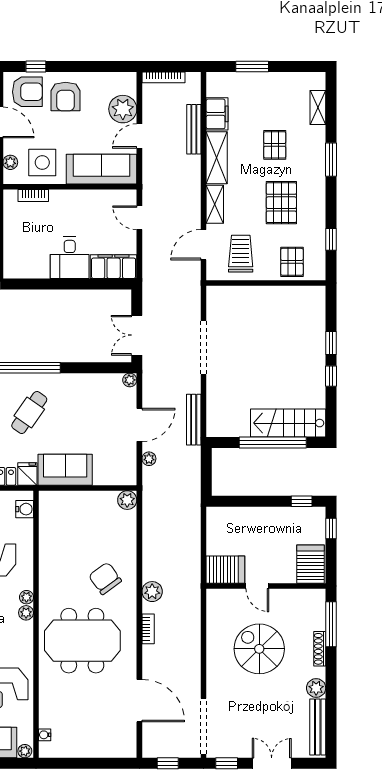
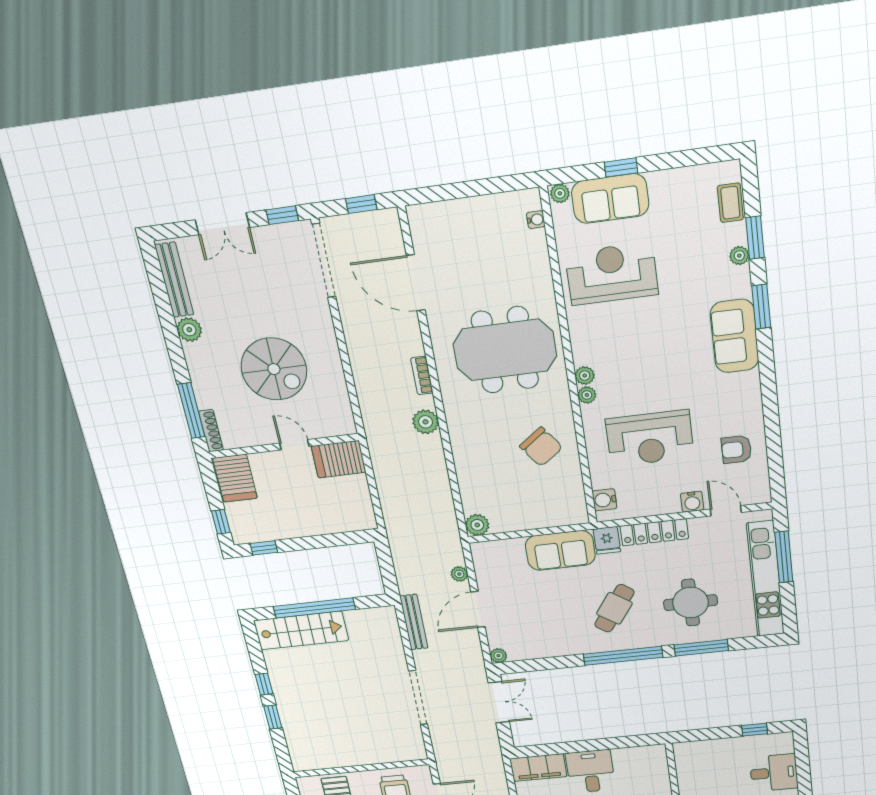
chair: (105, 578) -> (541, 447), moved
shoe rack: (320, 649) -> (211, 431), moved

